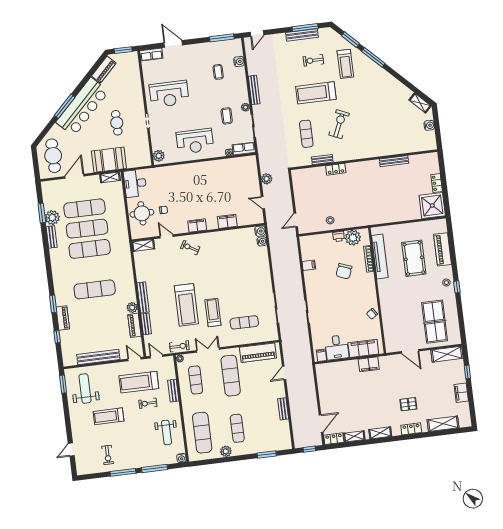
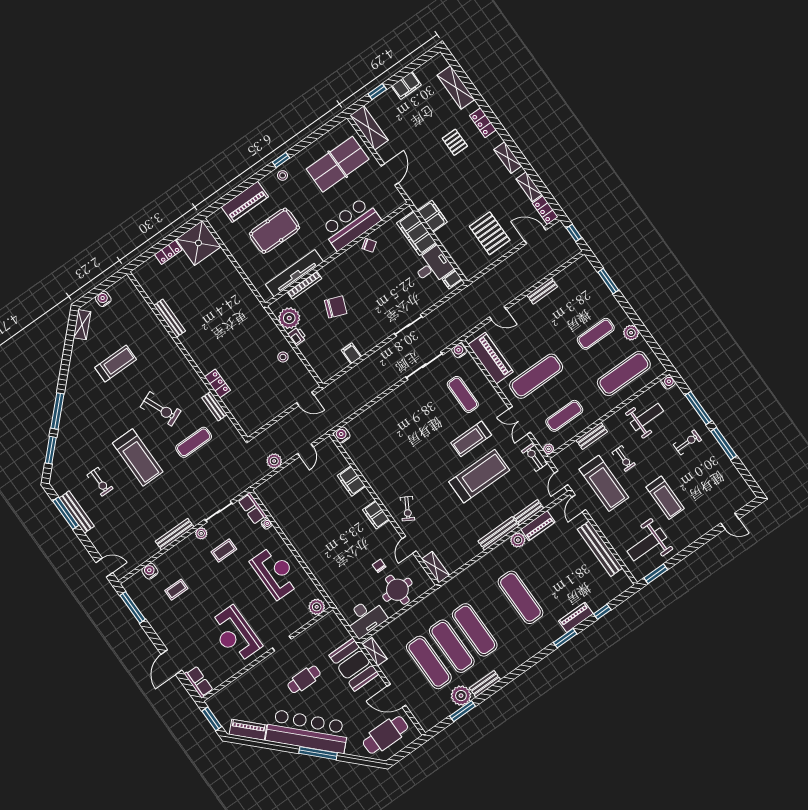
treadmill: (345, 64) -> (116, 364), moved
reception desk: (169, 94) -> (235, 635), turned 180
exercise bike: (339, 124) -> (161, 409), turned -137
water cooler: (262, 241) -> (459, 351), moved
bar counter: (392, 310) -> (351, 224), added
pallet: (338, 395) -> (490, 233), added
exercise bike: (108, 455) -> (687, 442), moved

